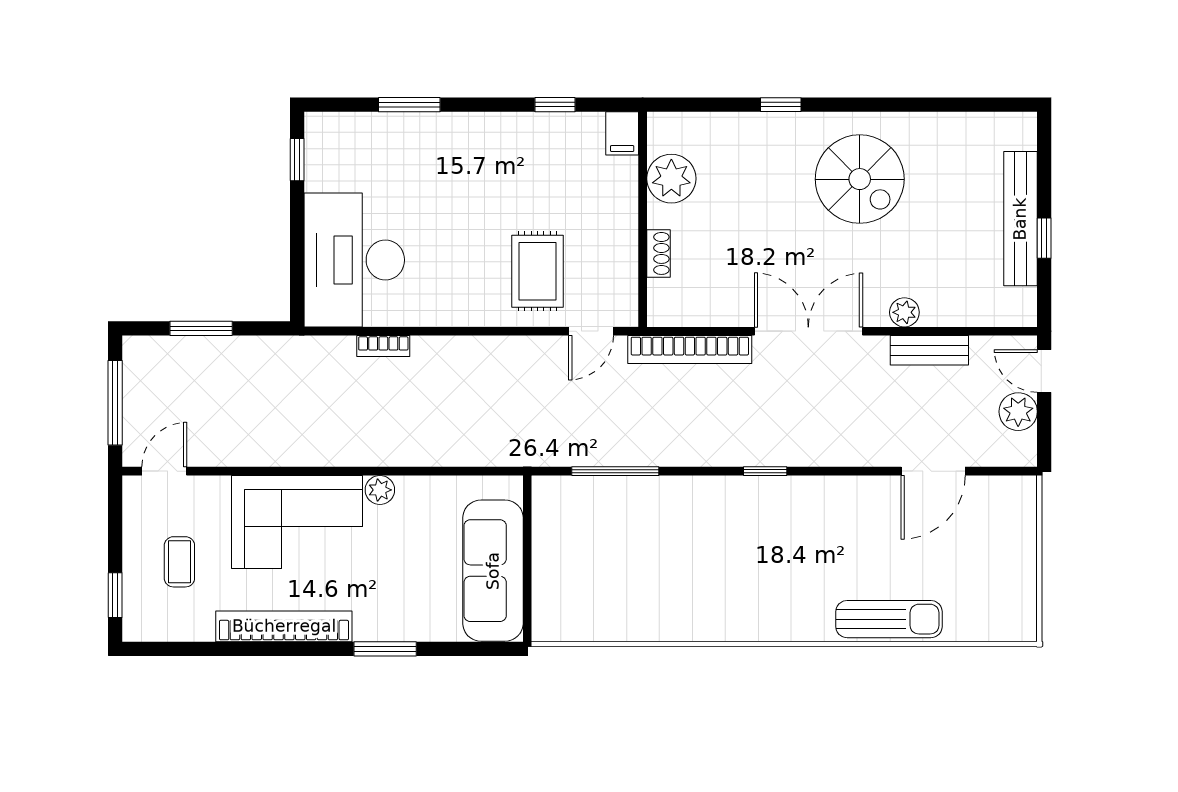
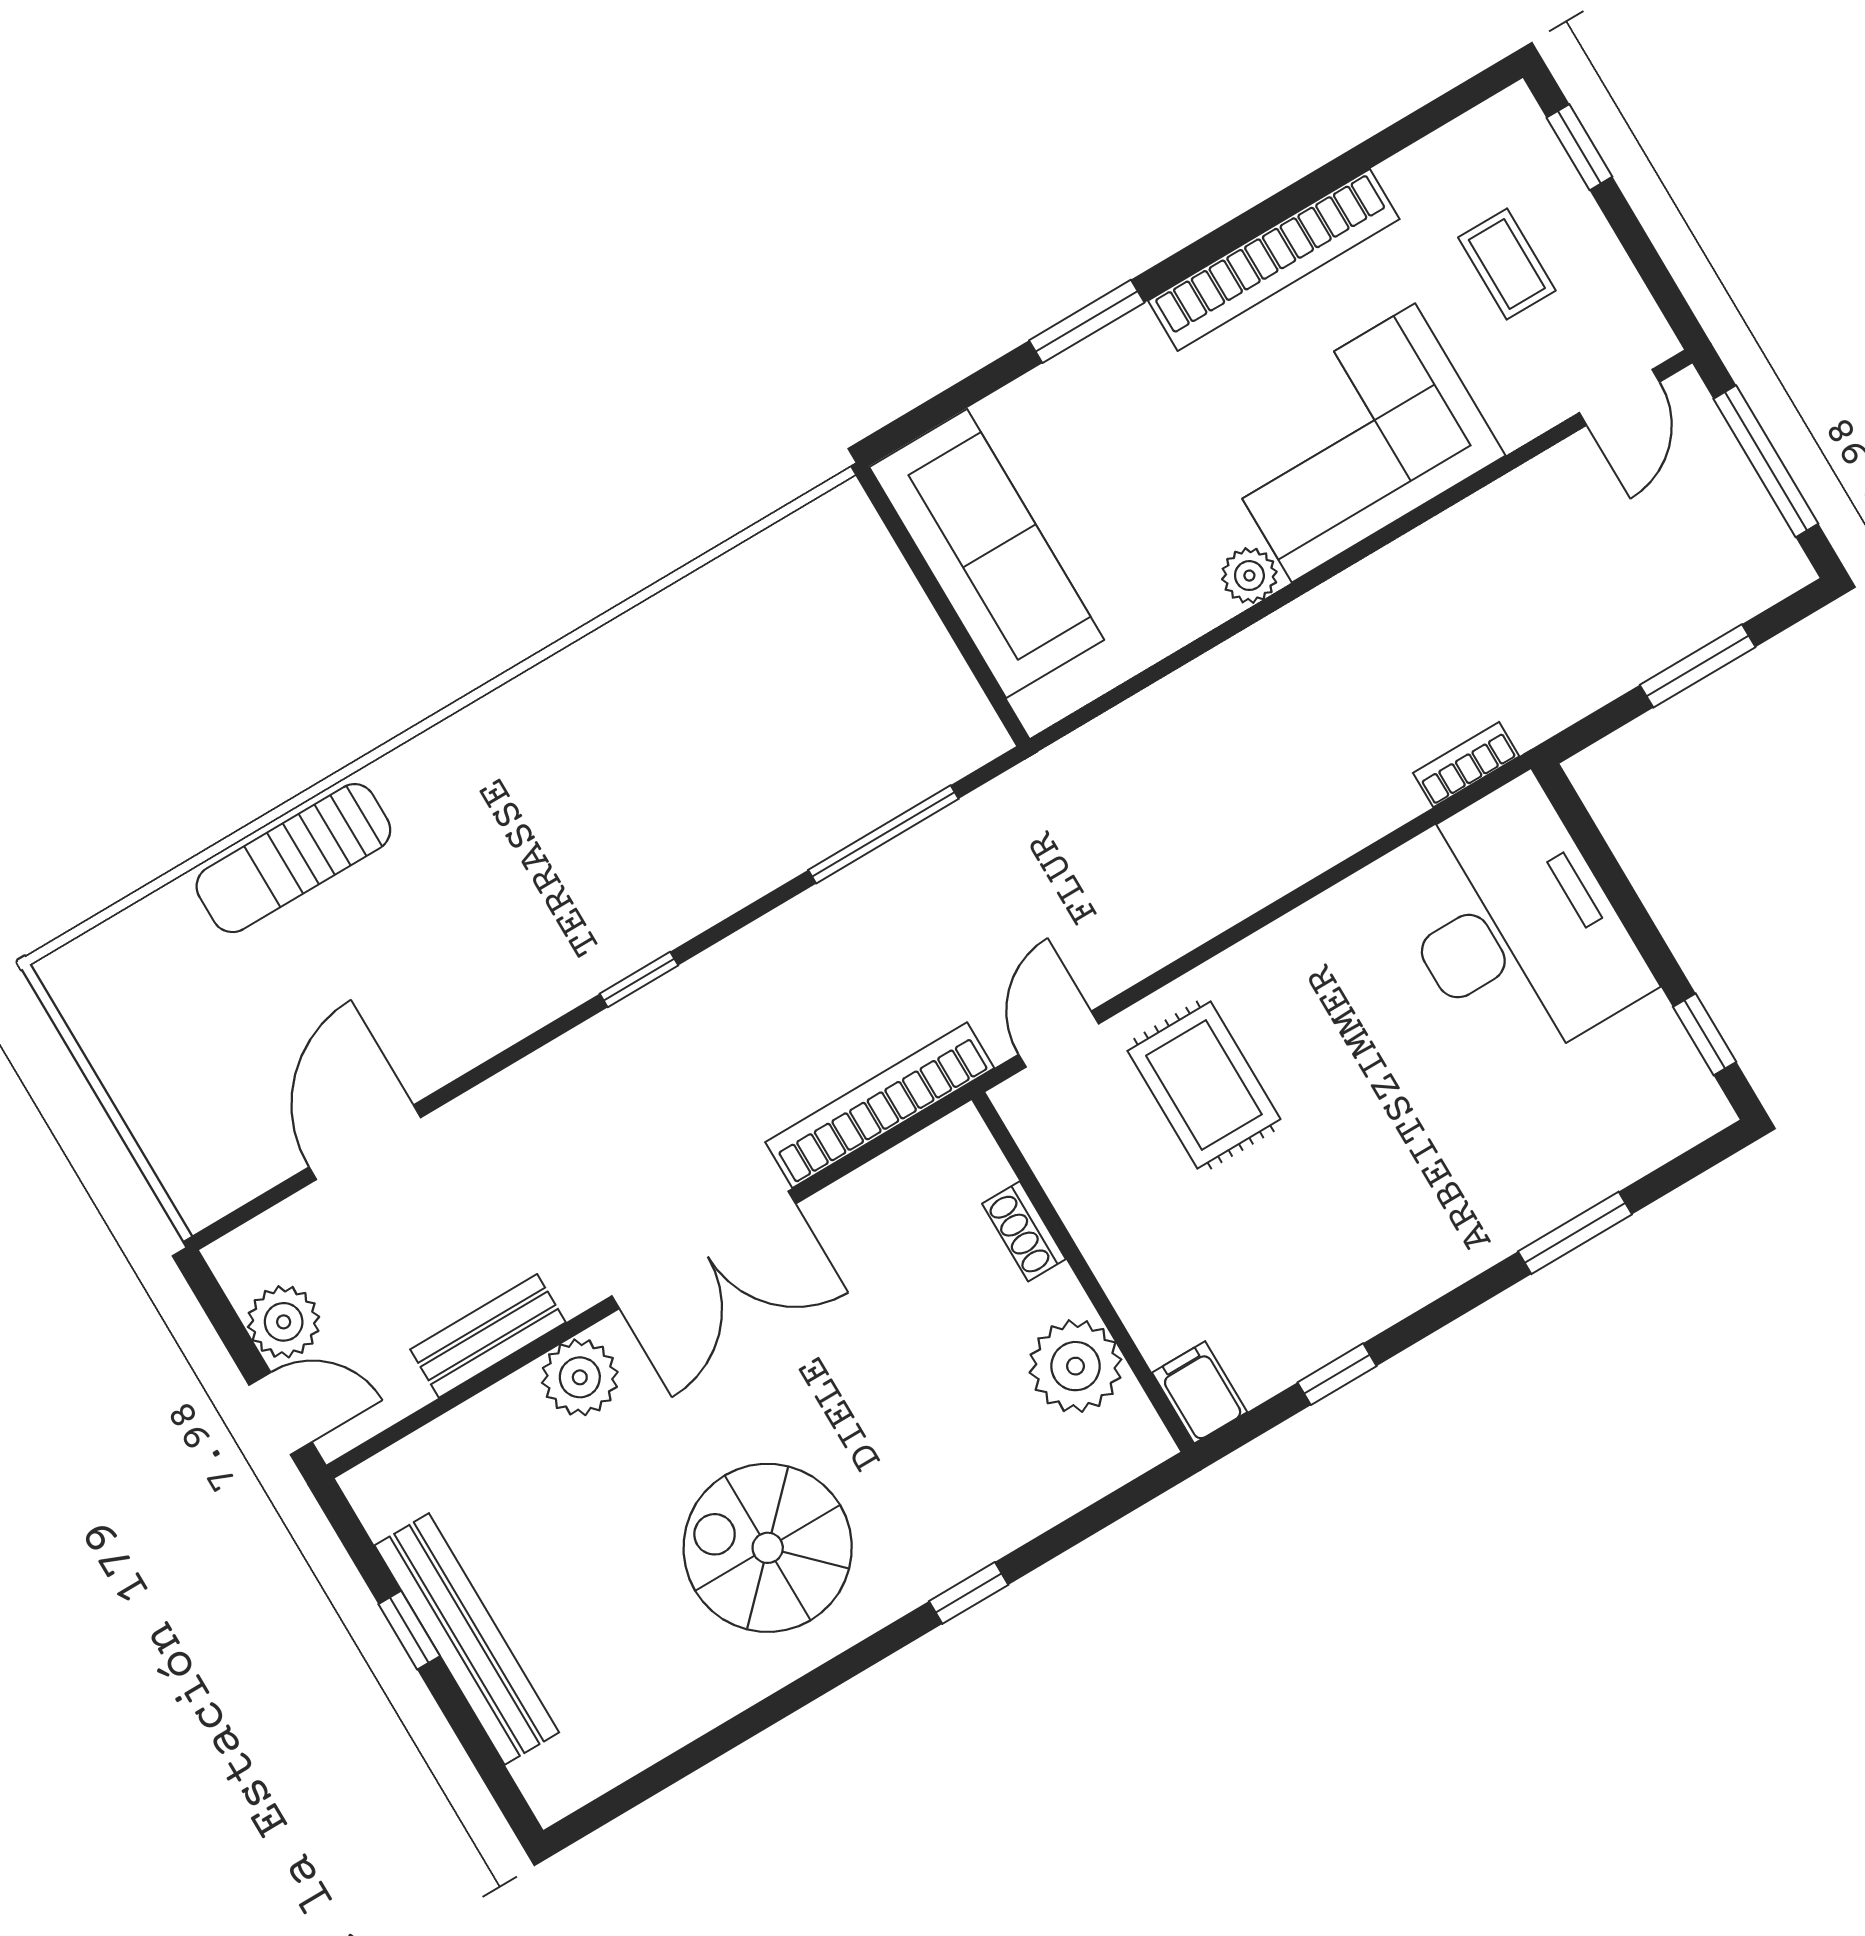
plant: (904, 312) -> (580, 1377), width x1.38, depth x1.38
bookcase: (383, 346) -> (1466, 765), moved

